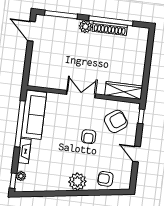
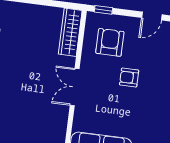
armchair: (116, 121) -> (110, 42), turned 36
armchair: (89, 137) -> (129, 77), turned 180

